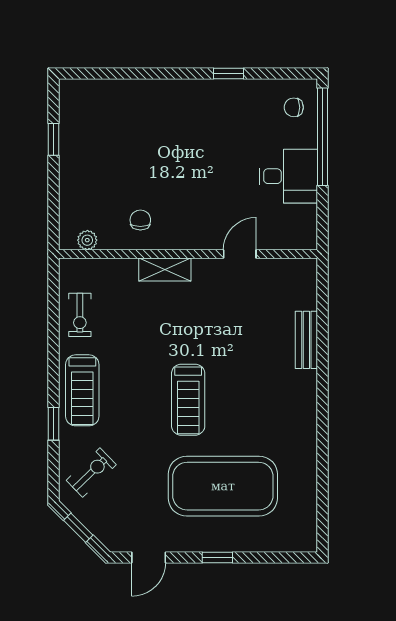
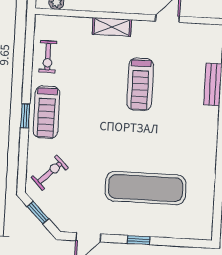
treadmill: (188, 400) -> (140, 84), moved
window: (54, 424) -> (25, 116), moved
exercise mat: (223, 486) -> (146, 188), width x0.68

